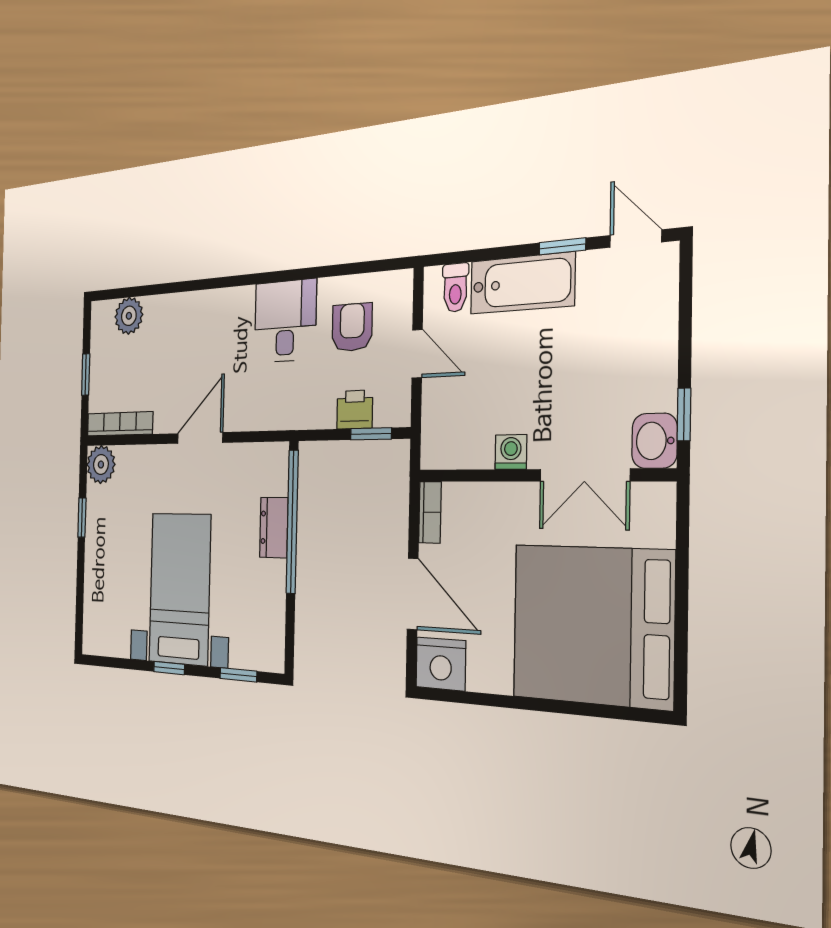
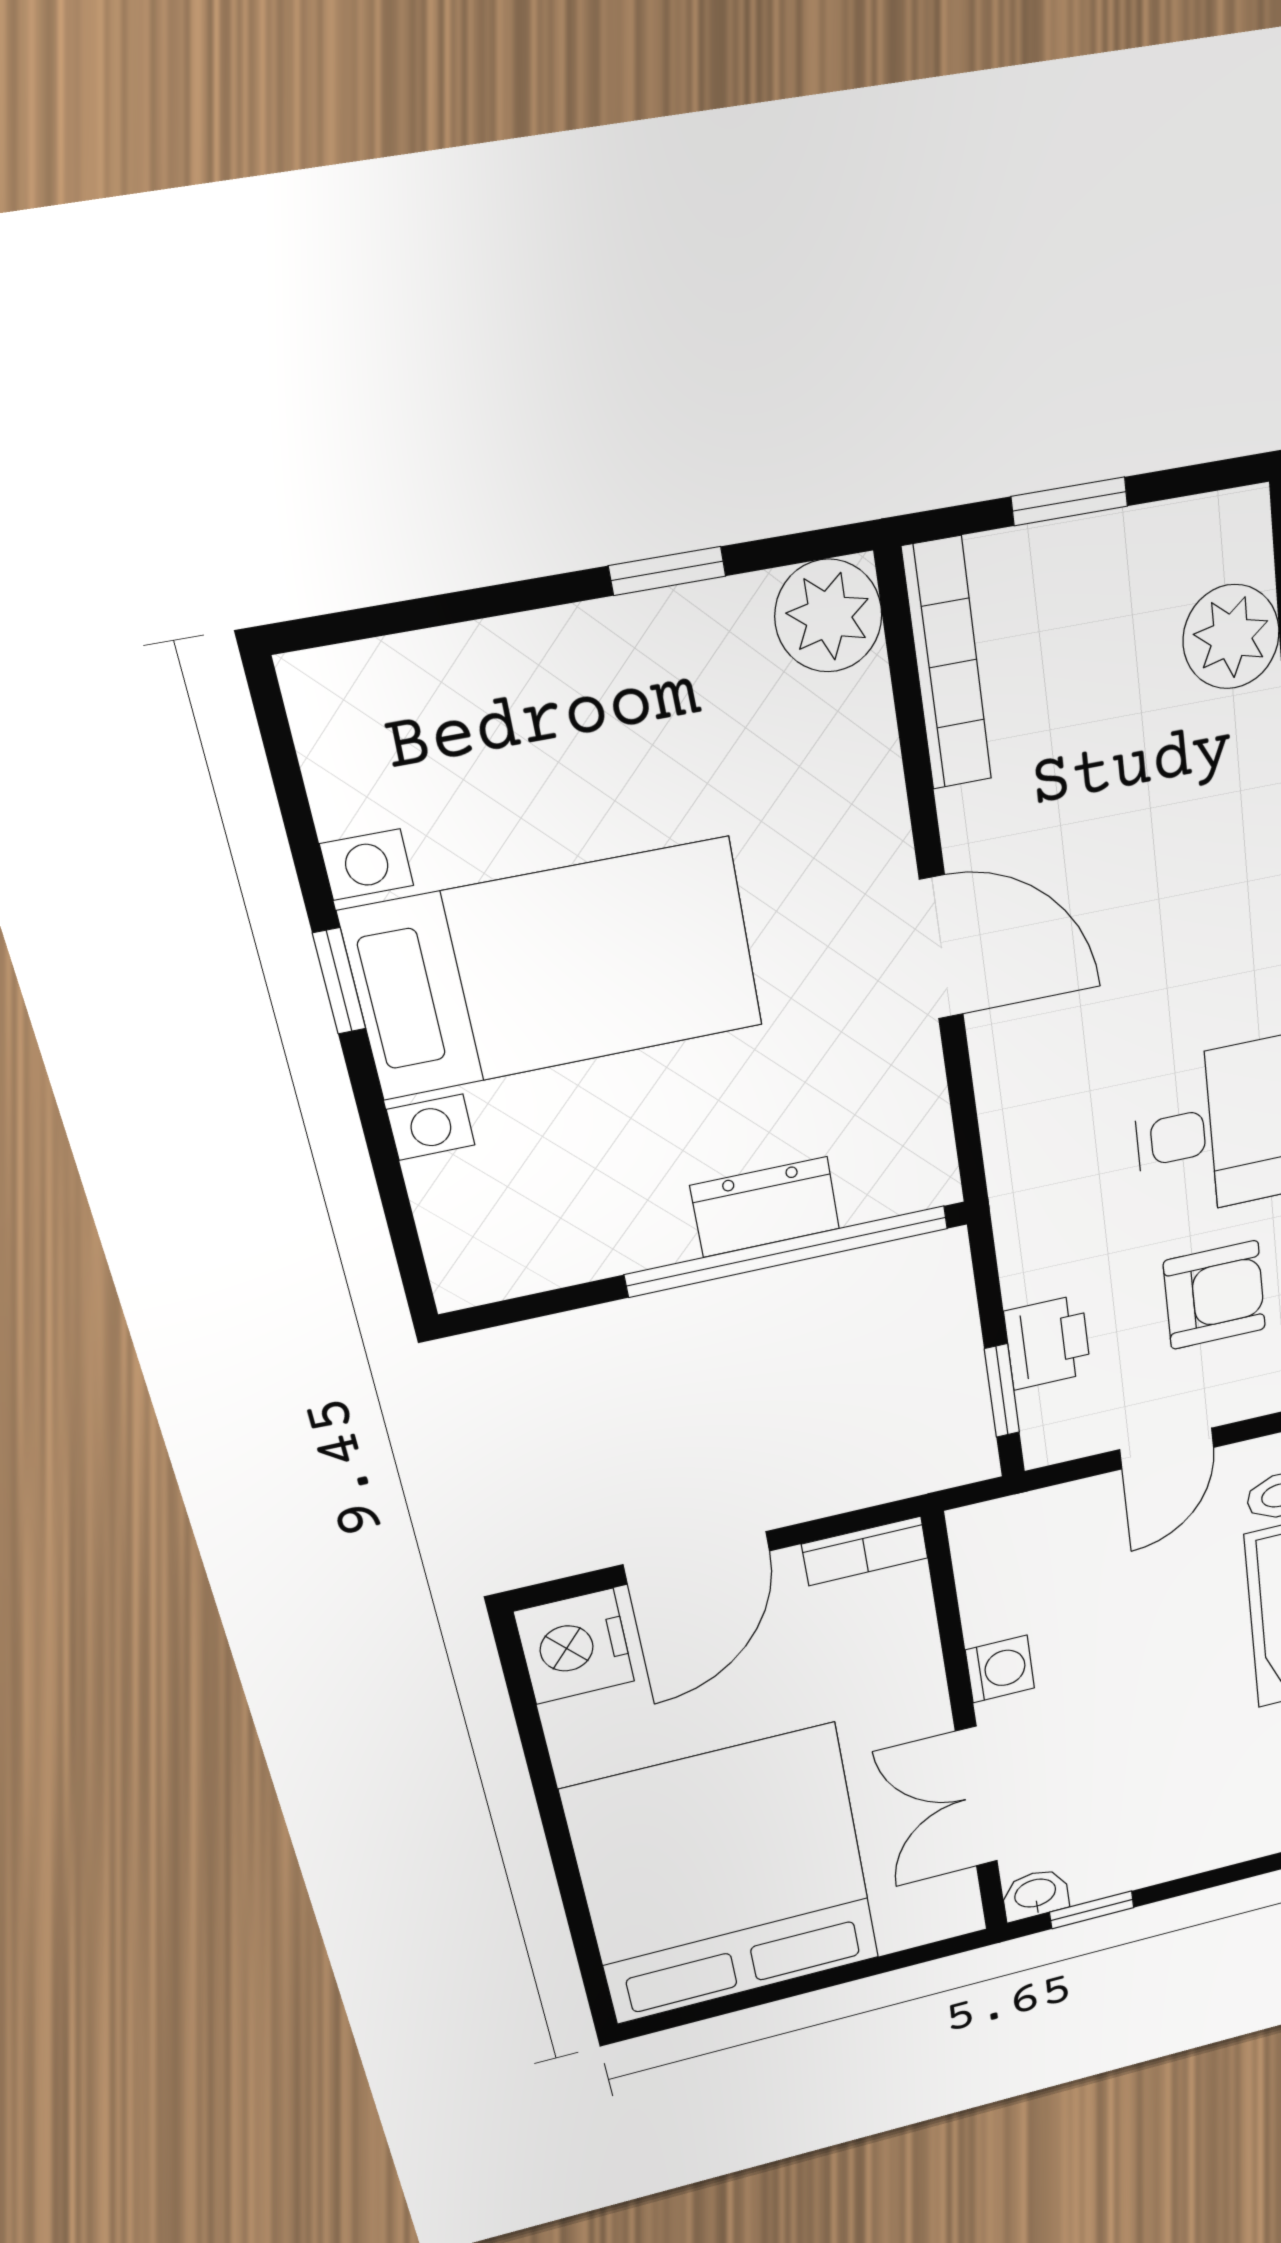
washbasin: (654, 441) -> (1035, 1894), width x0.72, depth x0.69
window: (238, 675) -> (393, 1193), removed

